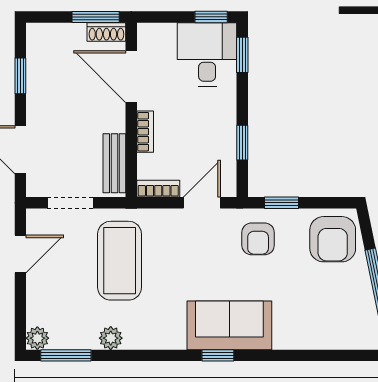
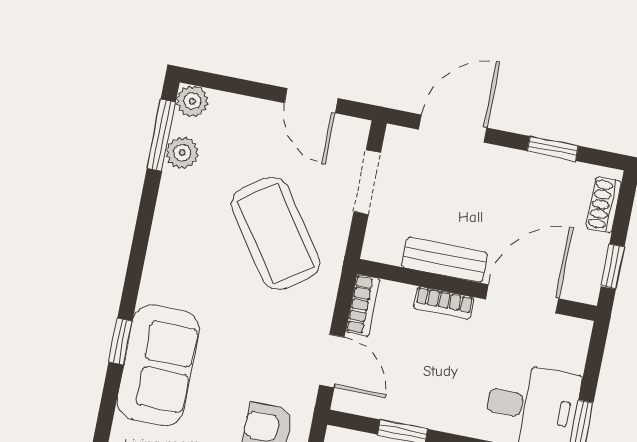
window: (96, 17) -> (613, 267), width x0.67
shoe rack: (106, 32) -> (604, 205), moved
bench: (114, 163) -> (445, 260), moved
coffee table: (120, 261) -> (275, 233), turned 55
plant: (111, 338) -> (182, 153), moved

